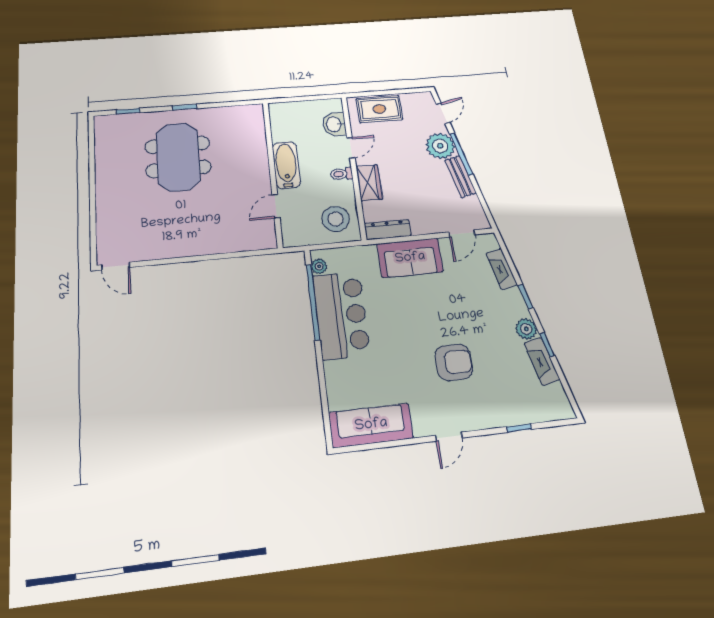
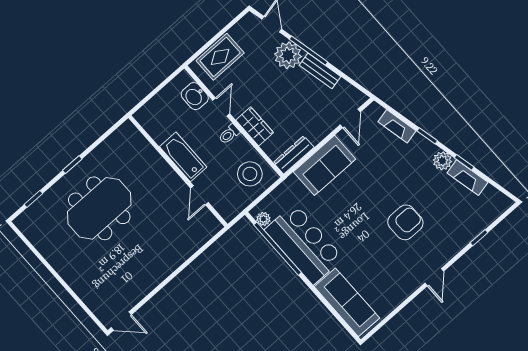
meeting table: (178, 157) -> (99, 208), turned 90
sofa: (371, 425) -> (347, 302), moved, turned 90

